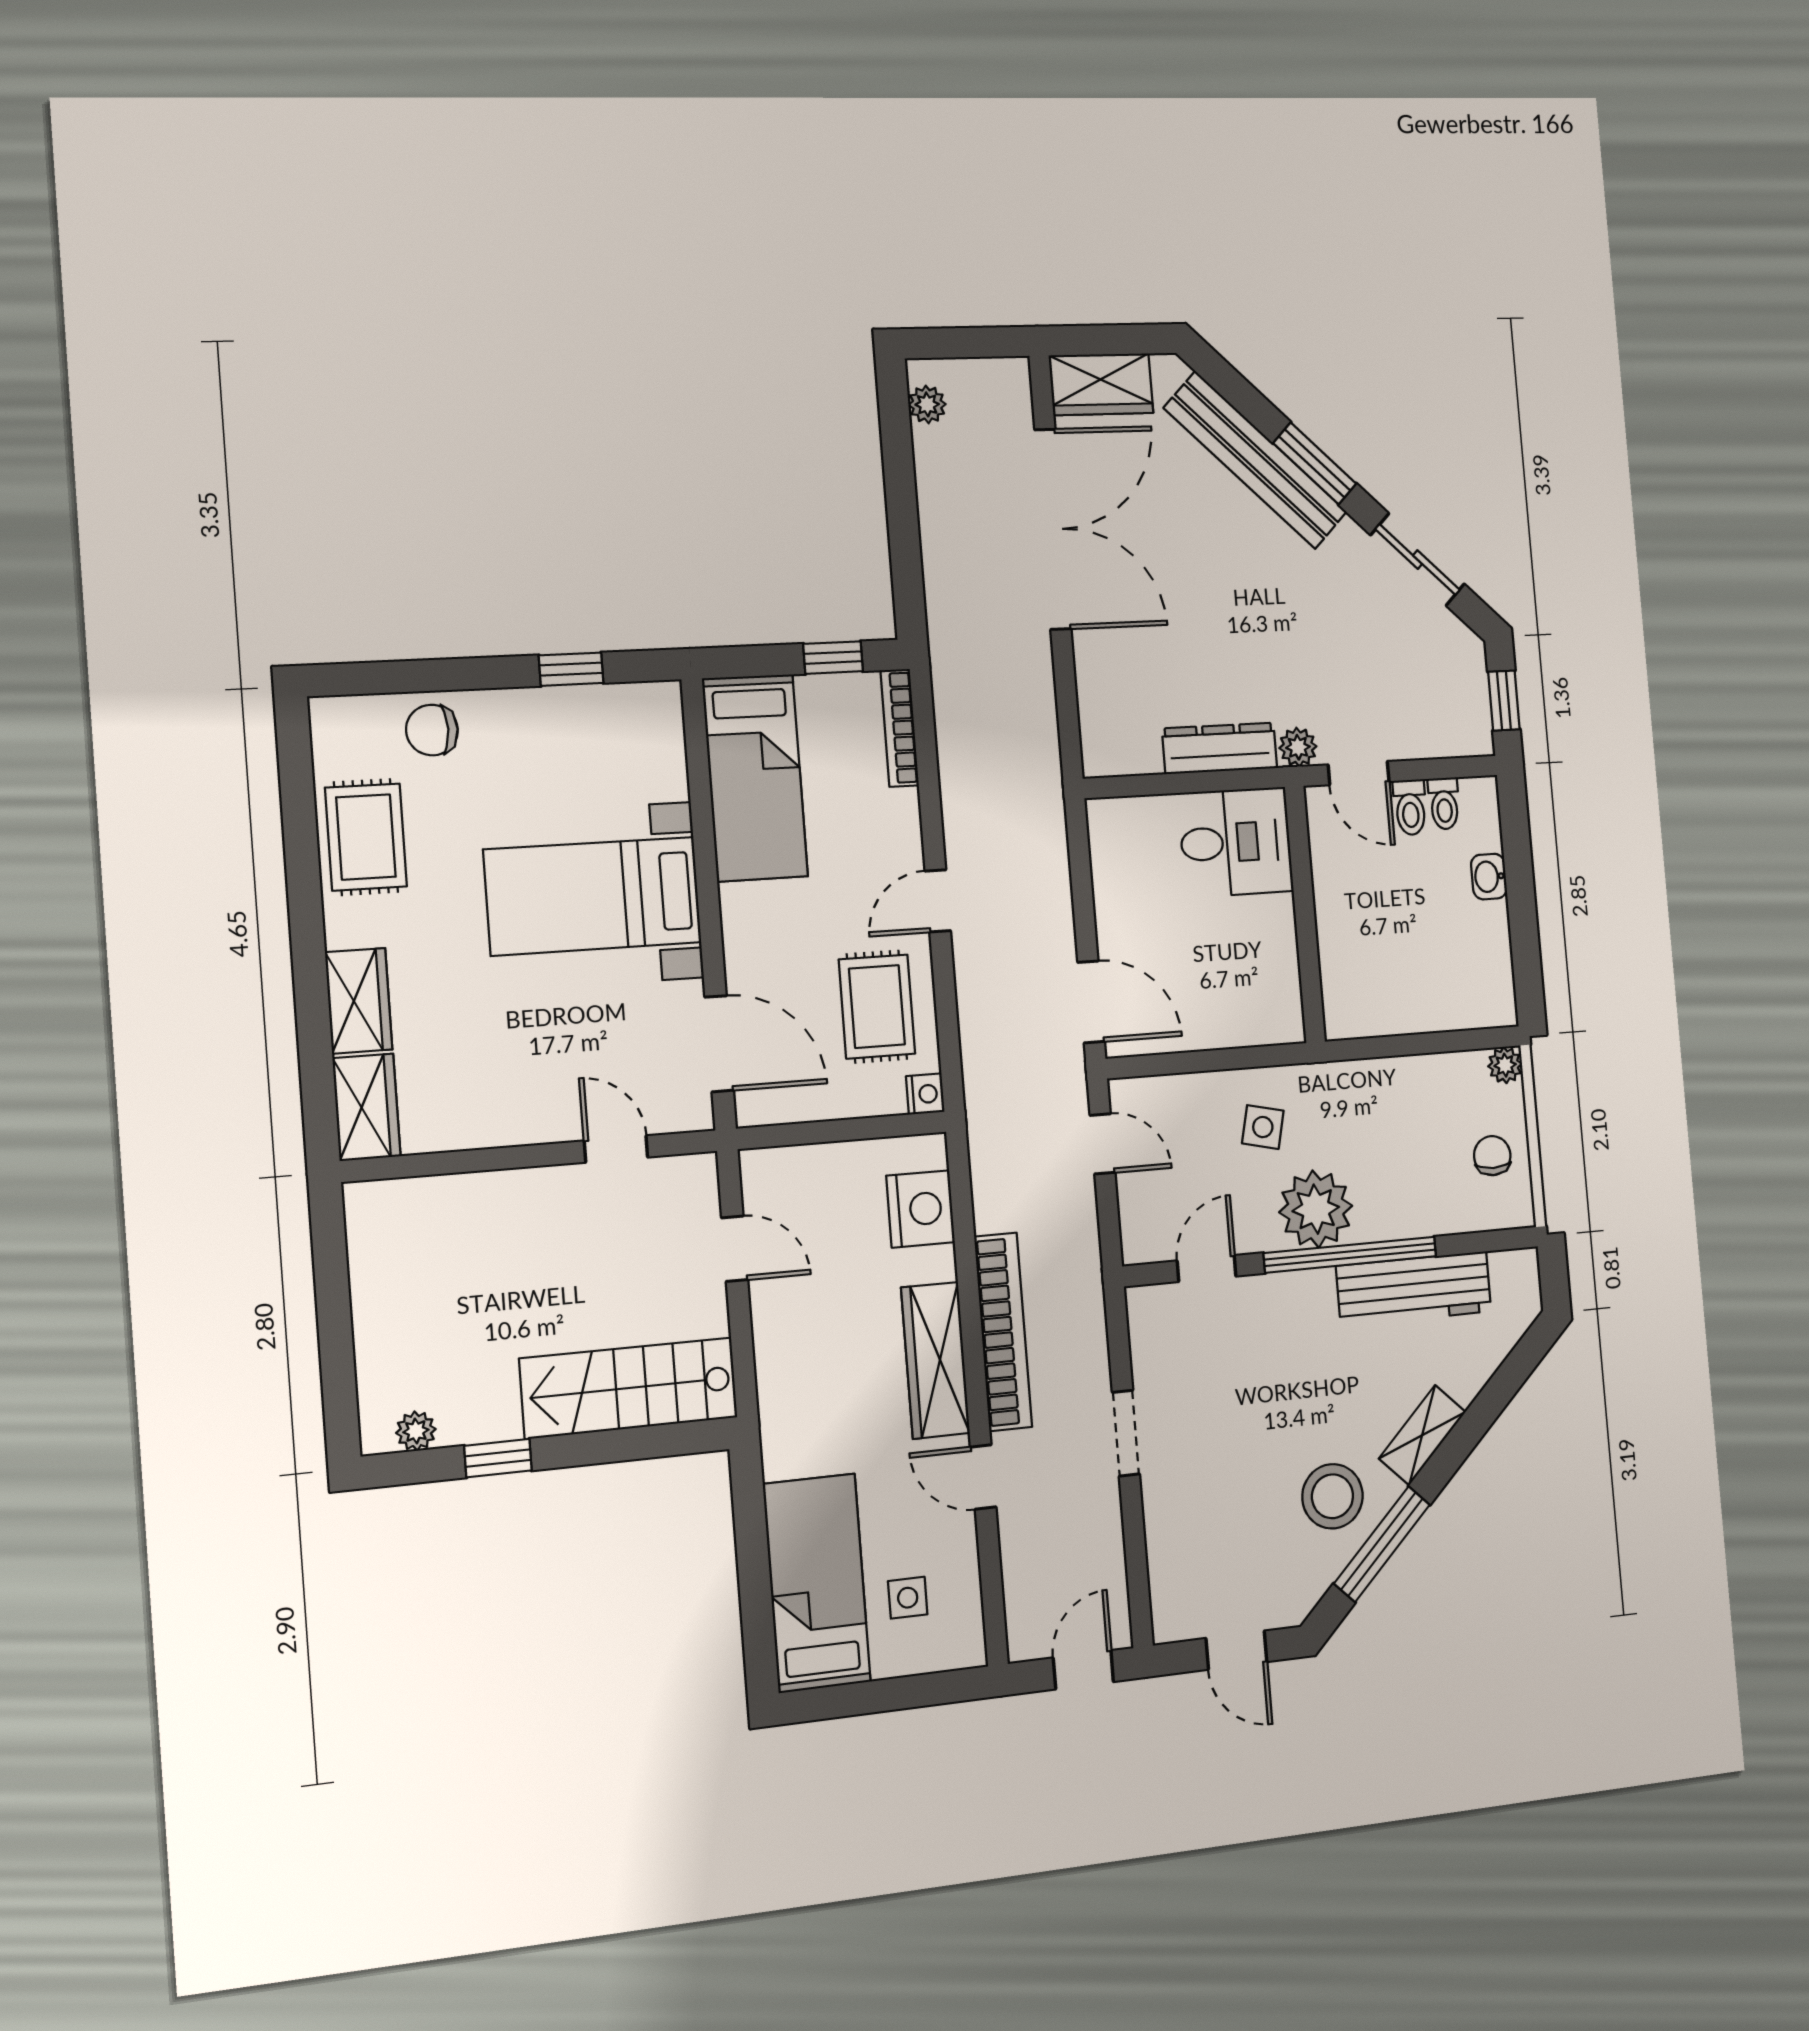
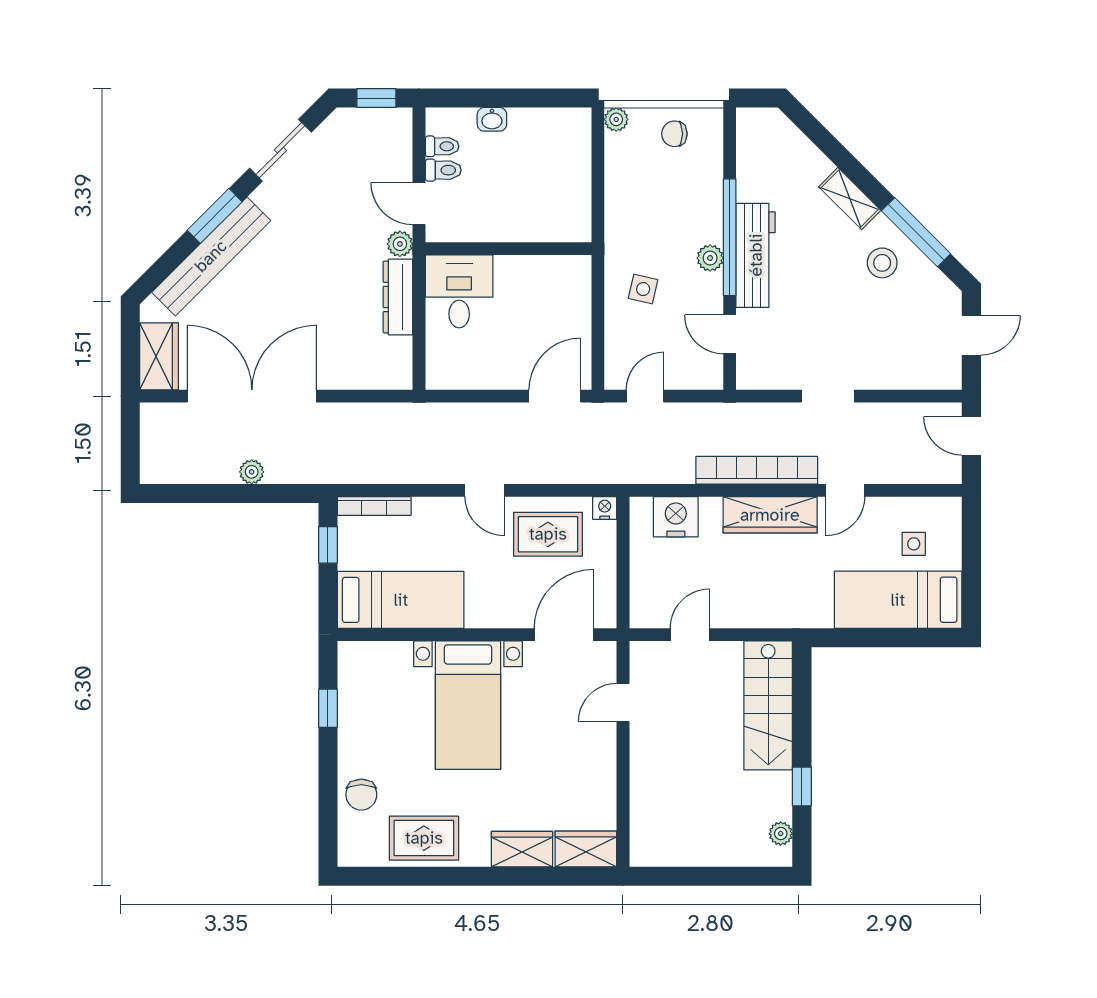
plant: (927, 404) -> (252, 472), moved
door: (1359, 773) -> (419, 204), swing flipped
plant: (1316, 1209) -> (710, 258), width x0.53, depth x0.53
workbench: (1414, 1289) -> (756, 255), moved
stool: (1332, 1496) -> (882, 263), width x0.73, depth x0.73

